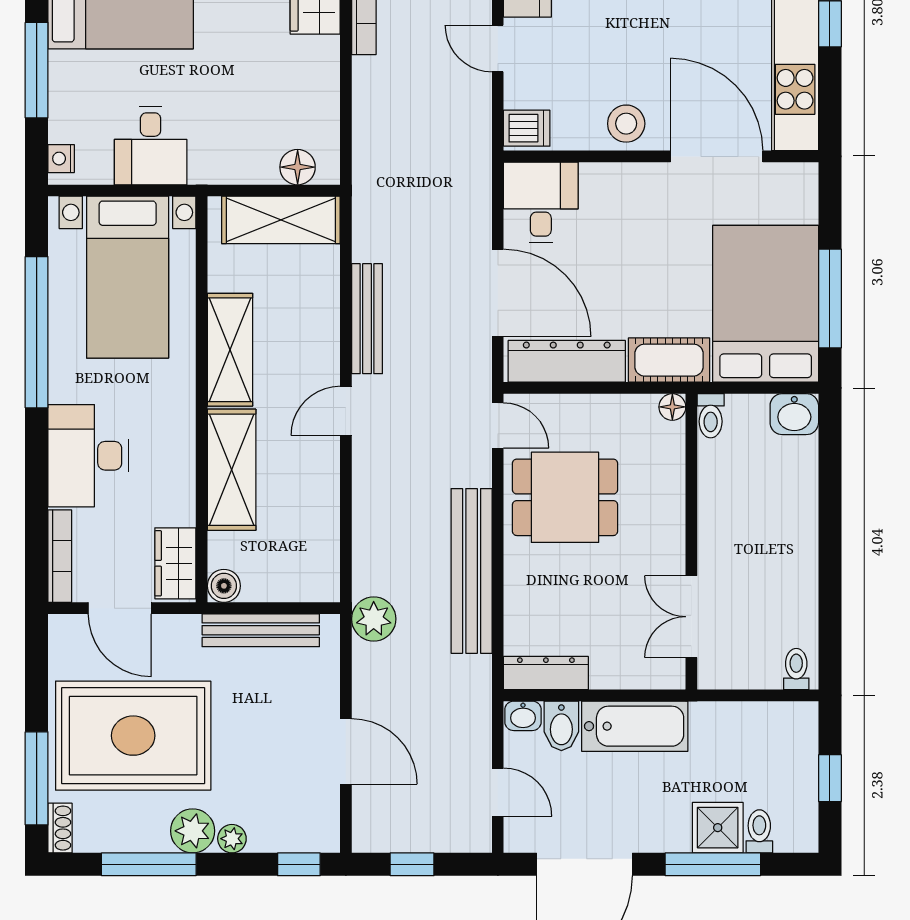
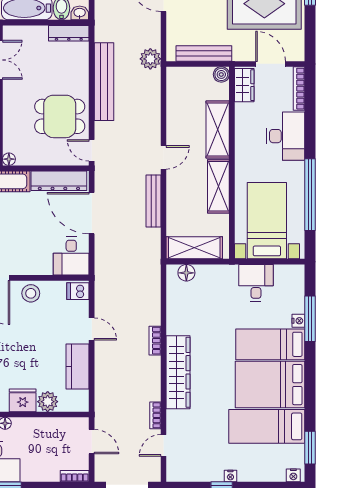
nightstand: (61, 159) -> (298, 321), moved

